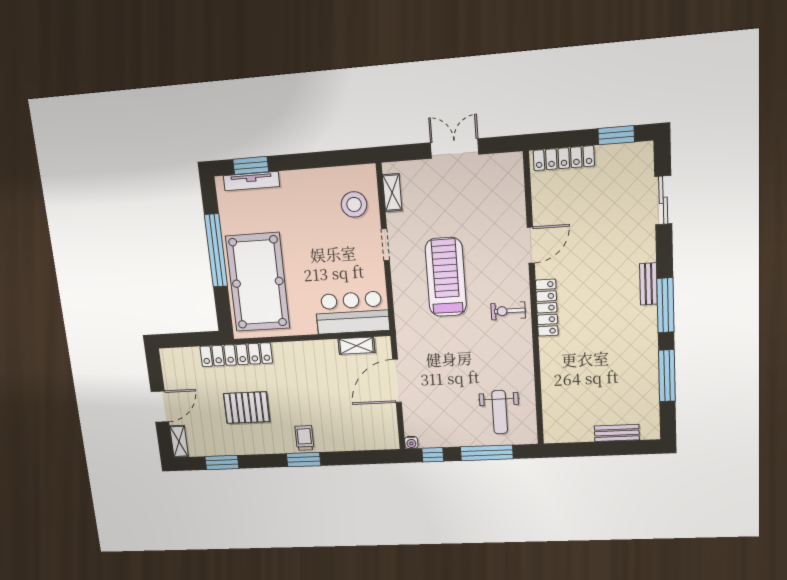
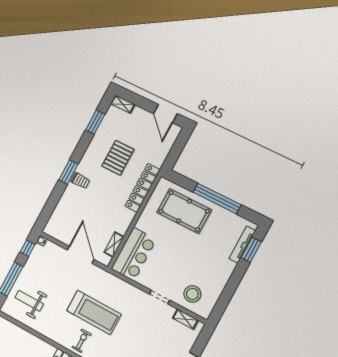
treadmill: (446, 277) -> (94, 312), moved
pool table: (258, 282) -> (184, 211), width x0.73, depth x0.76
locker: (236, 355) -> (143, 188), moved
door: (160, 407) -> (165, 114), moved

